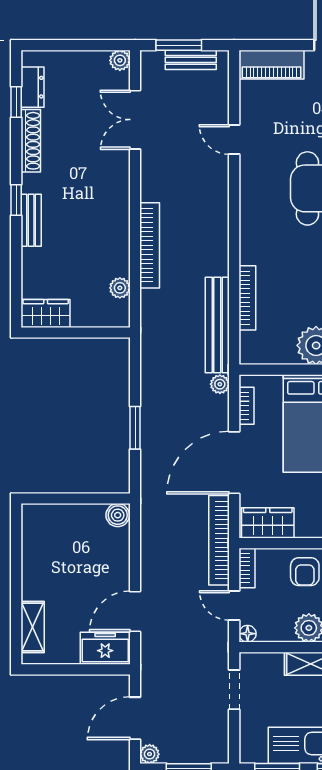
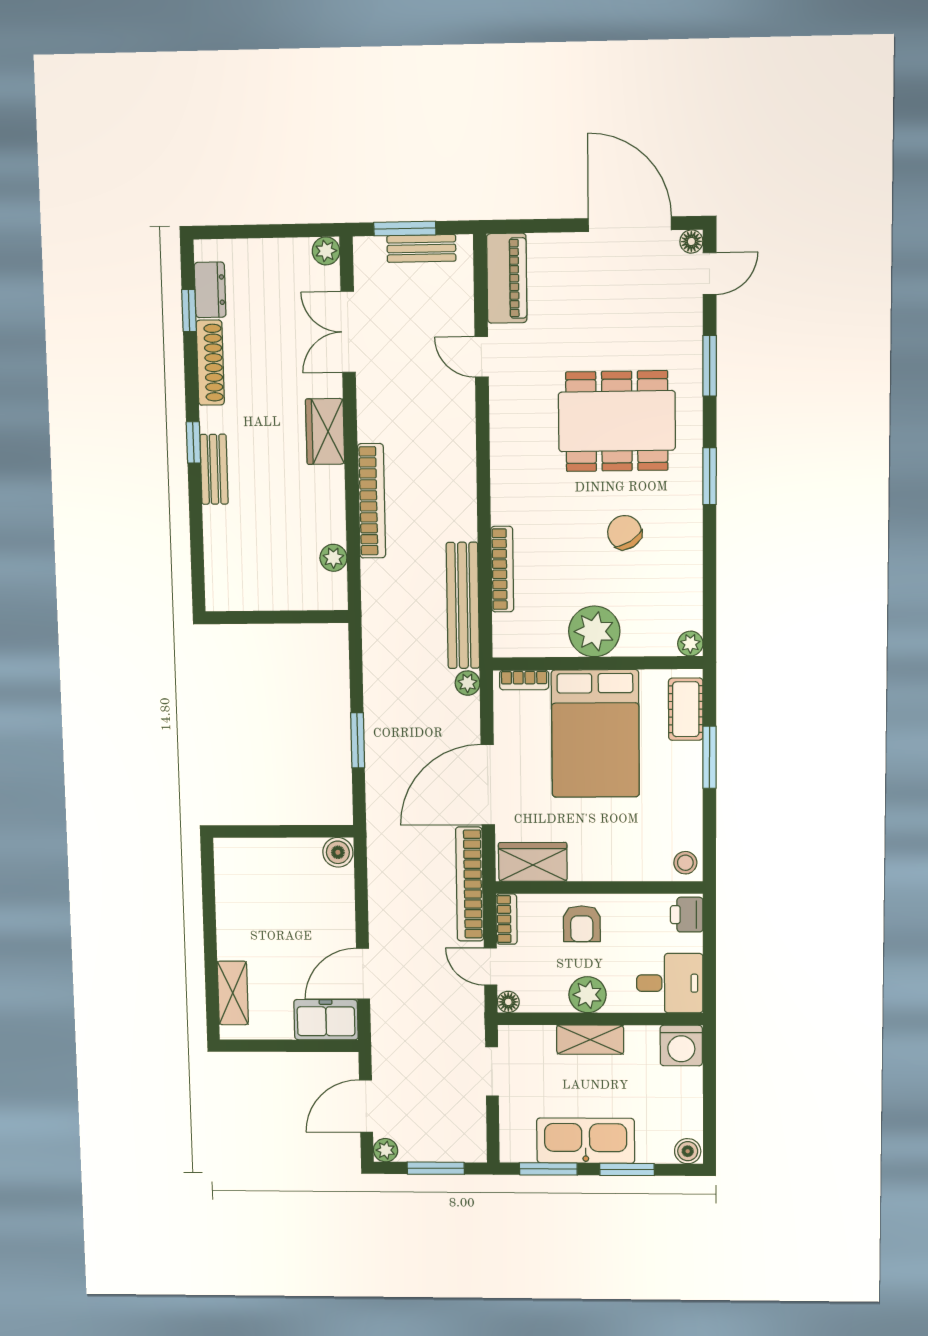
piano: (271, 65) -> (507, 278), moved, turned -90
wardrobe: (46, 313) -> (325, 431), moved, turned -90
bookcase: (246, 406) -> (524, 680), moved, turned 90

